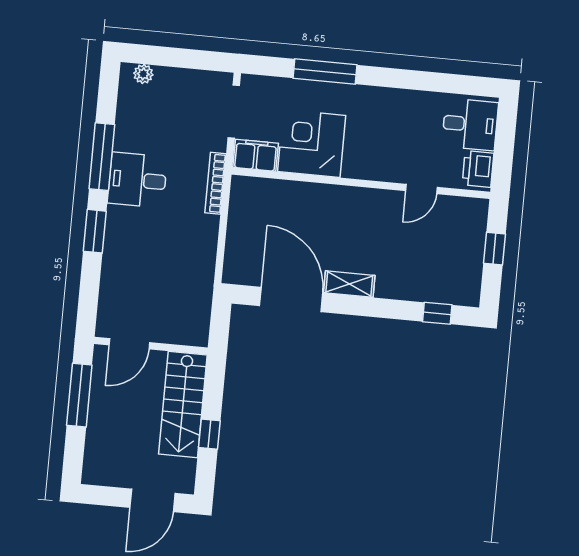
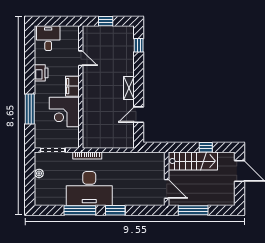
plant: (143, 74) -> (39, 173), moved
filing cabinet: (256, 155) -> (72, 86), moved
printer: (478, 169) -> (41, 73), moved, turned -90
desk: (137, 180) -> (89, 188), width x1.87, depth x1.30
door: (291, 299) -> (139, 115), width x0.53

